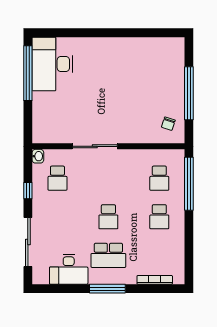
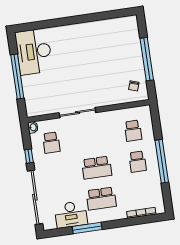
window: (28, 73) -> (17, 77), moved
window: (189, 184) -> (162, 161), moved
school desk: (108, 217) -> (97, 168), width x1.85
sliding door: (28, 242) -> (35, 197), width x1.36
window: (107, 289) -> (87, 228), moved

